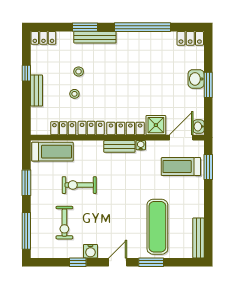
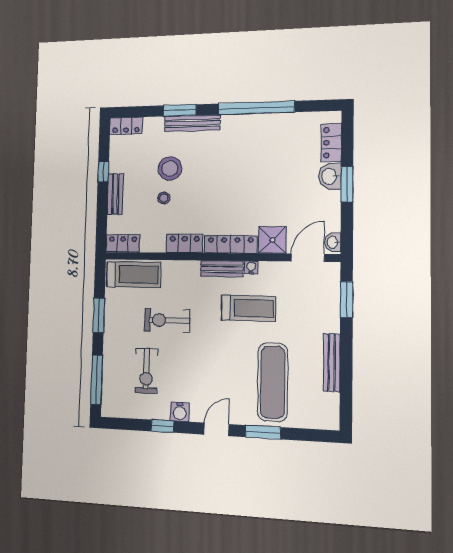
locker: (190, 38) -> (331, 143), moved, turned 90
stool: (79, 72) -> (170, 169), width x1.89, depth x1.89
locker: (63, 128) -> (123, 243), moved
treadmill: (181, 167) -> (248, 308), moved, turned 180
bench: (198, 238) -> (332, 363), moved

